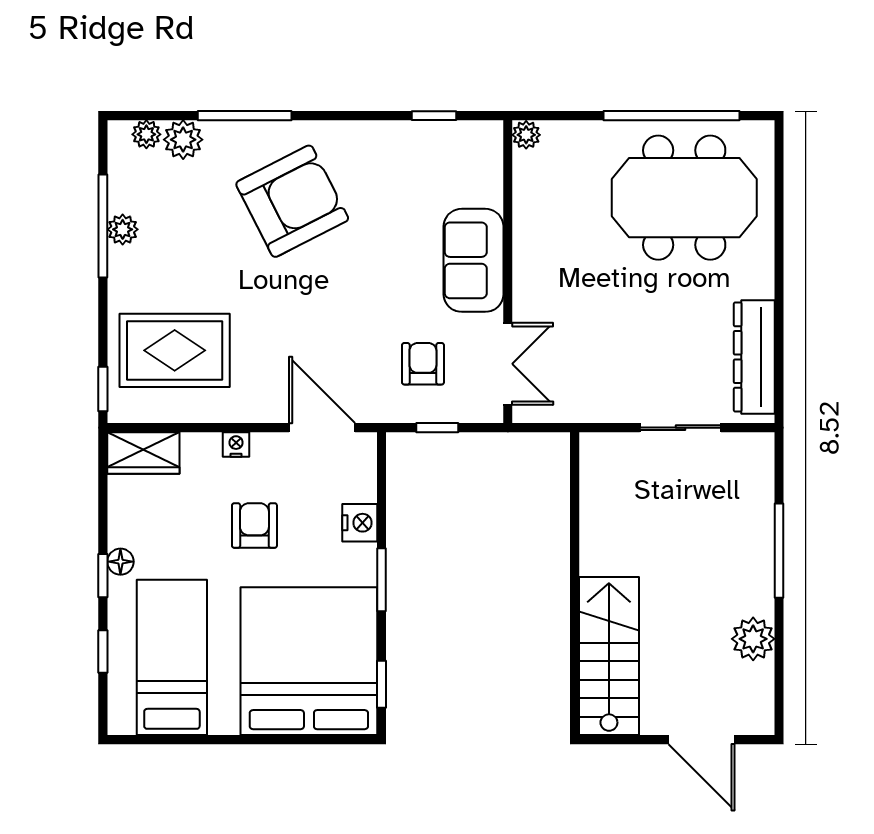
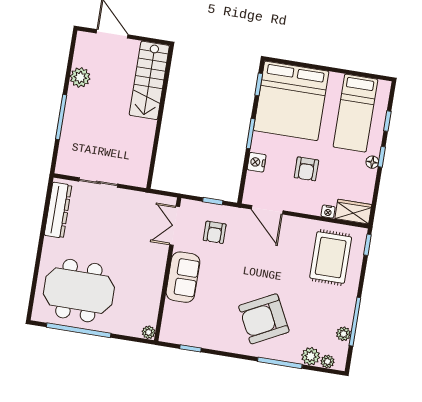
plant: (123, 229) -> (343, 334), moved
rug: (175, 350) -> (331, 257), turned 90
nightstand: (236, 445) -> (328, 212), moved

